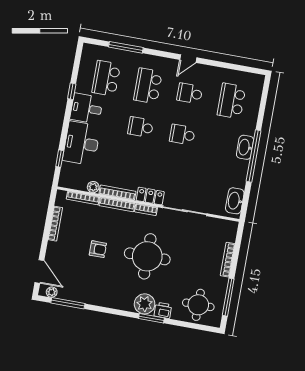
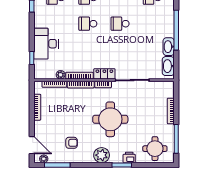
desk: (86, 108) -> (45, 17), removed
washbasin: (245, 147) -> (169, 47), moved
armchair: (98, 249) -> (72, 143), moved
plant: (145, 304) -> (102, 155), moved

